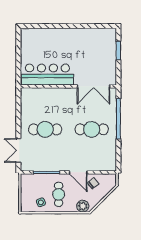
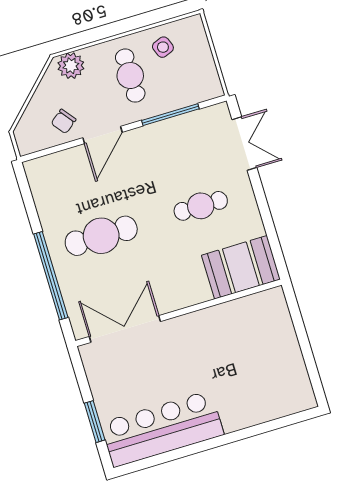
bar counter: (47, 75) -> (162, 429), moved, turned 180
booth: (36, 98) -> (241, 267), added
cafe table: (45, 129) -> (201, 206), width x0.73, depth x0.74
door: (78, 172) -> (103, 135), swing flipped

